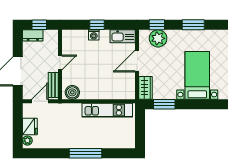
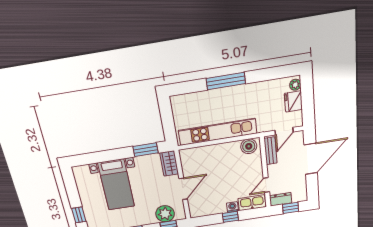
dresser: (33, 35) -> (281, 199), moved
kitchen sink: (123, 36) -> (252, 203), moved
door: (60, 62) -> (266, 185), moved
kitchen unit: (107, 110) -> (218, 132), width x1.36

